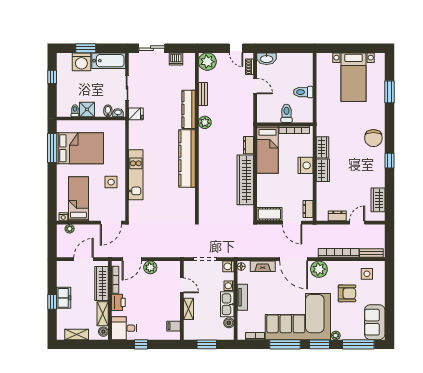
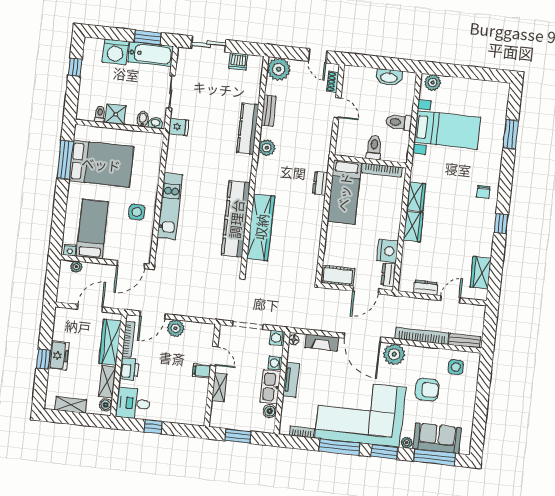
window: (86, 48) -> (148, 37), moved
washbasin: (267, 59) -> (389, 77), moved
plant: (326, 59) -> (433, 83), added
bed with nightstands: (354, 77) -> (447, 130), moved, turned -90
chair: (373, 138) -> (483, 192), width x0.54, depth x0.54
kitchen counter: (187, 158) -> (236, 219), moved
nightstand: (305, 165) -> (388, 251), moved
wardrobe: (245, 180) -> (261, 227), moved, turned 180
door: (292, 223) -> (366, 290), hinge flipped
sofa: (375, 322) -> (437, 438), moved, turned 90
filing cabinet: (174, 326) -> (202, 371), moved

